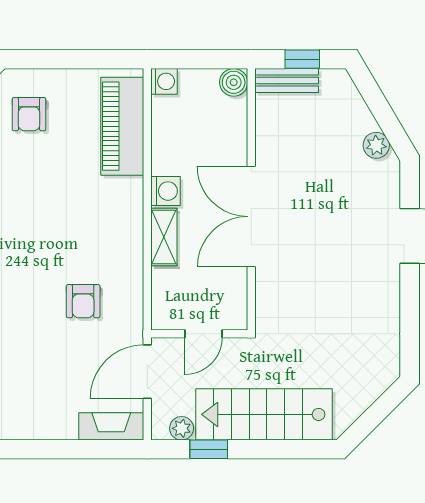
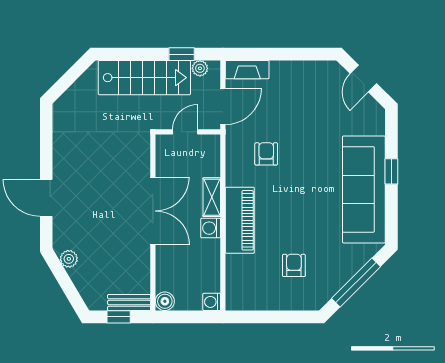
armchair: (29, 114) -> (294, 265), moved
piano: (122, 126) -> (240, 220), moved

